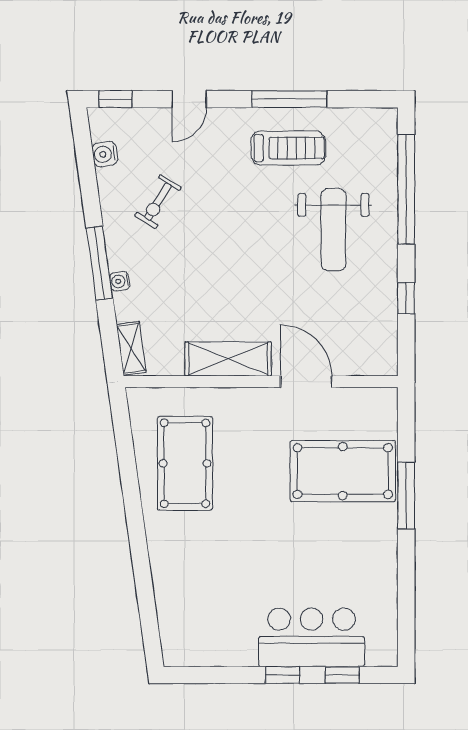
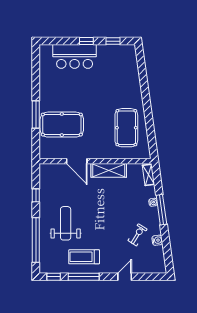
window: (115, 99) -> (54, 277), moved
water cooler: (105, 154) -> (157, 240), moved
window: (342, 675) -> (113, 41), moved

